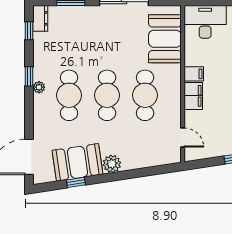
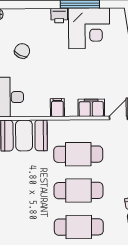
filing cabinet: (193, 96) -> (91, 108), moved

